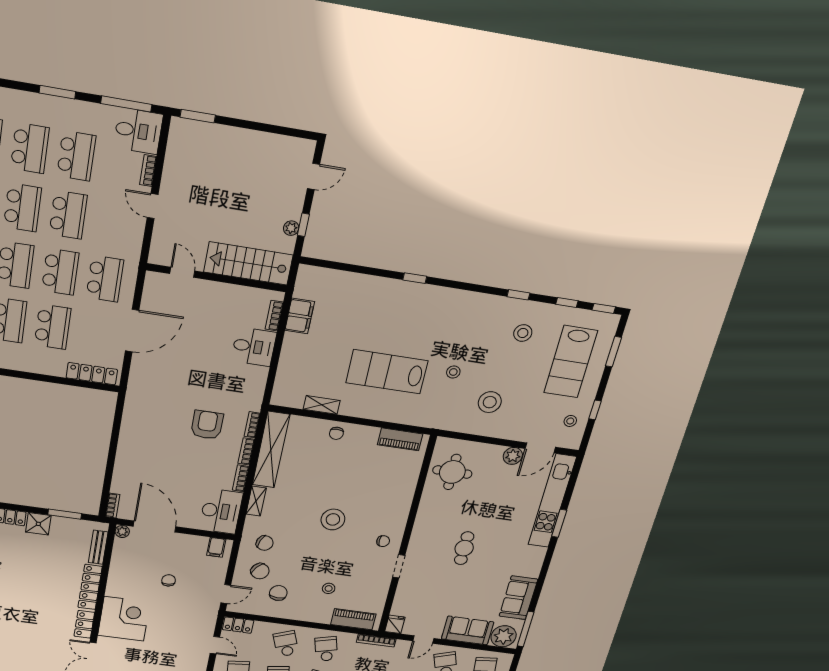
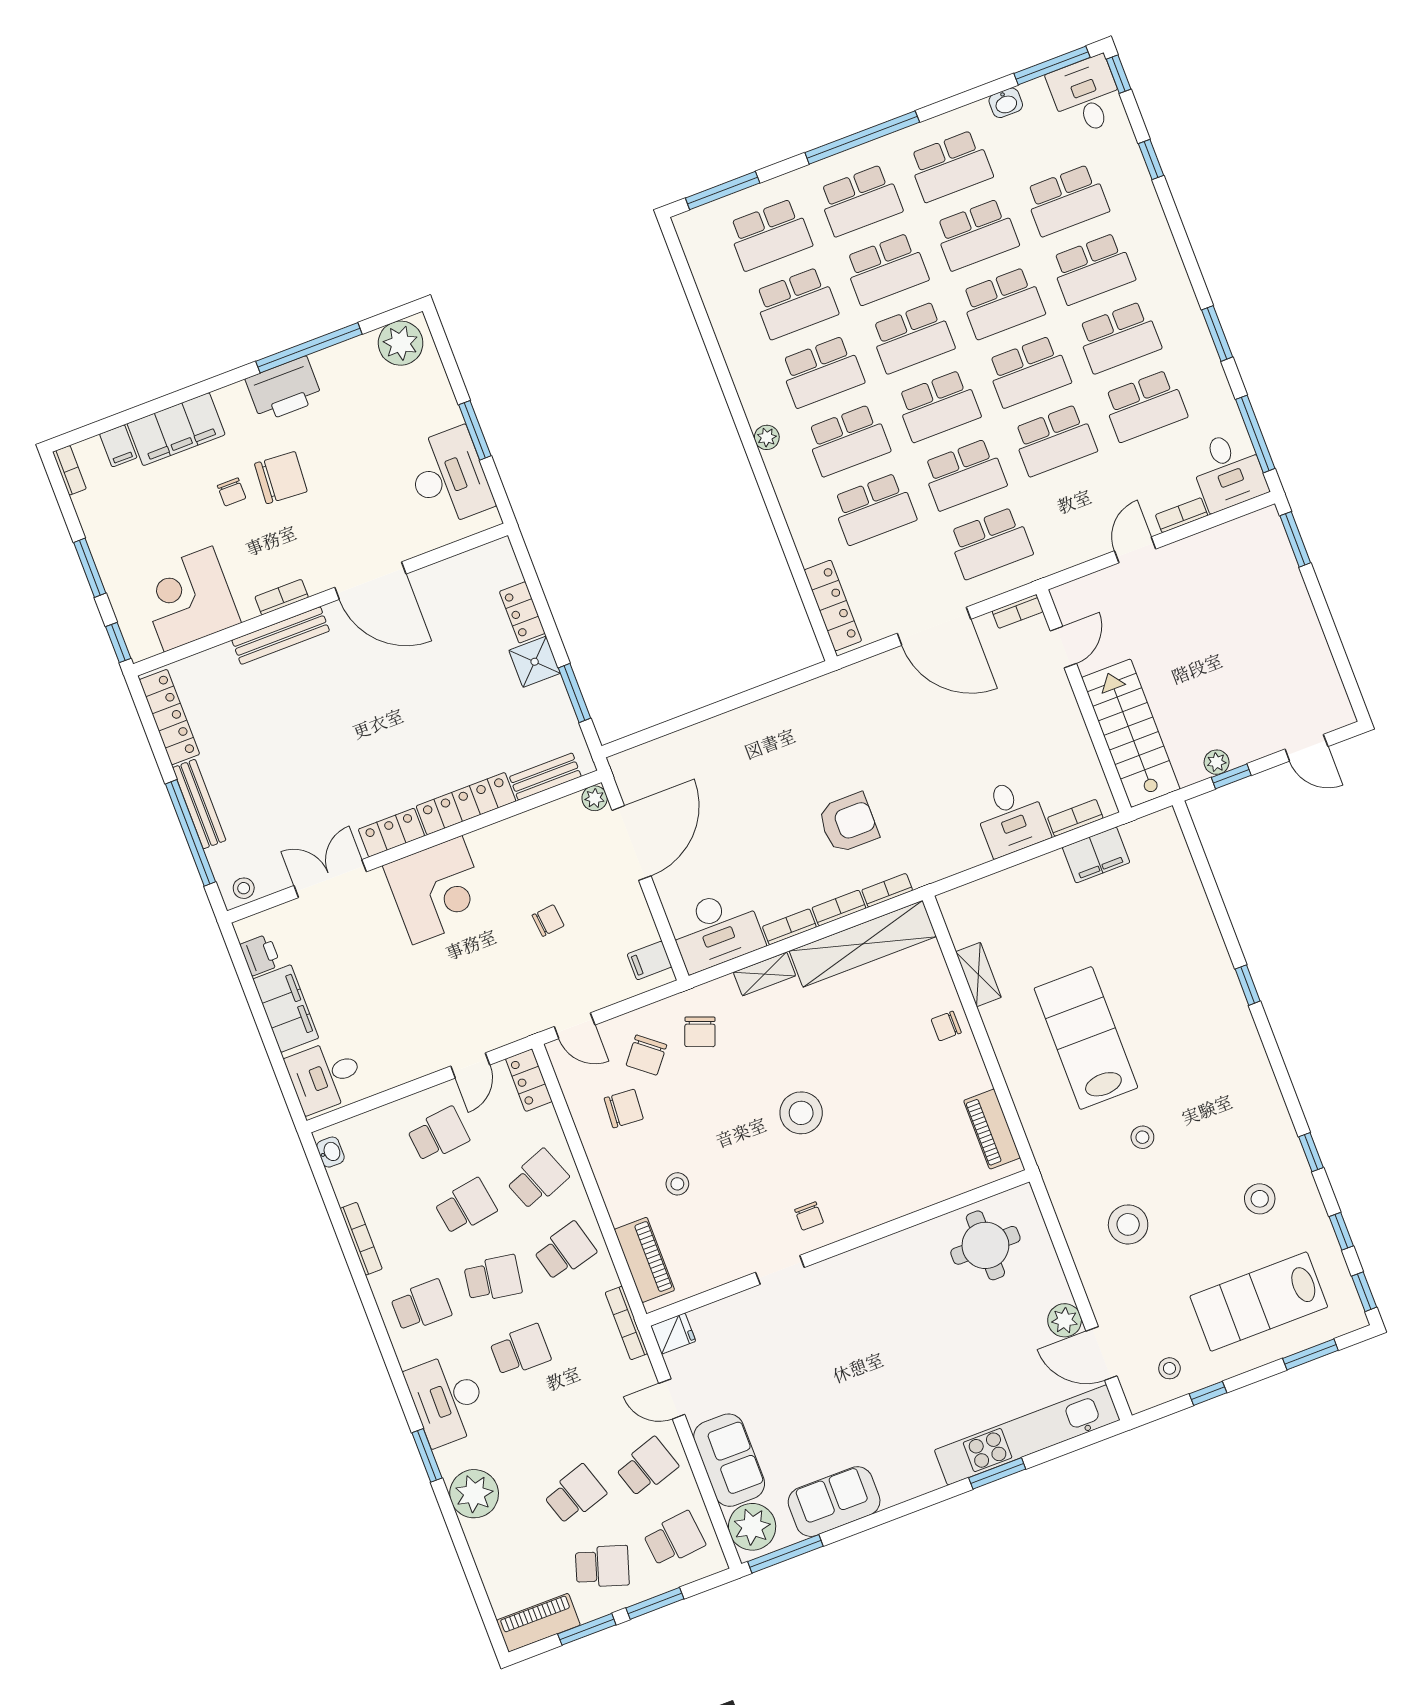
bookcase: (113, 506) -> (1018, 611), moved
cafe table: (464, 548) -> (870, 1353), removed

